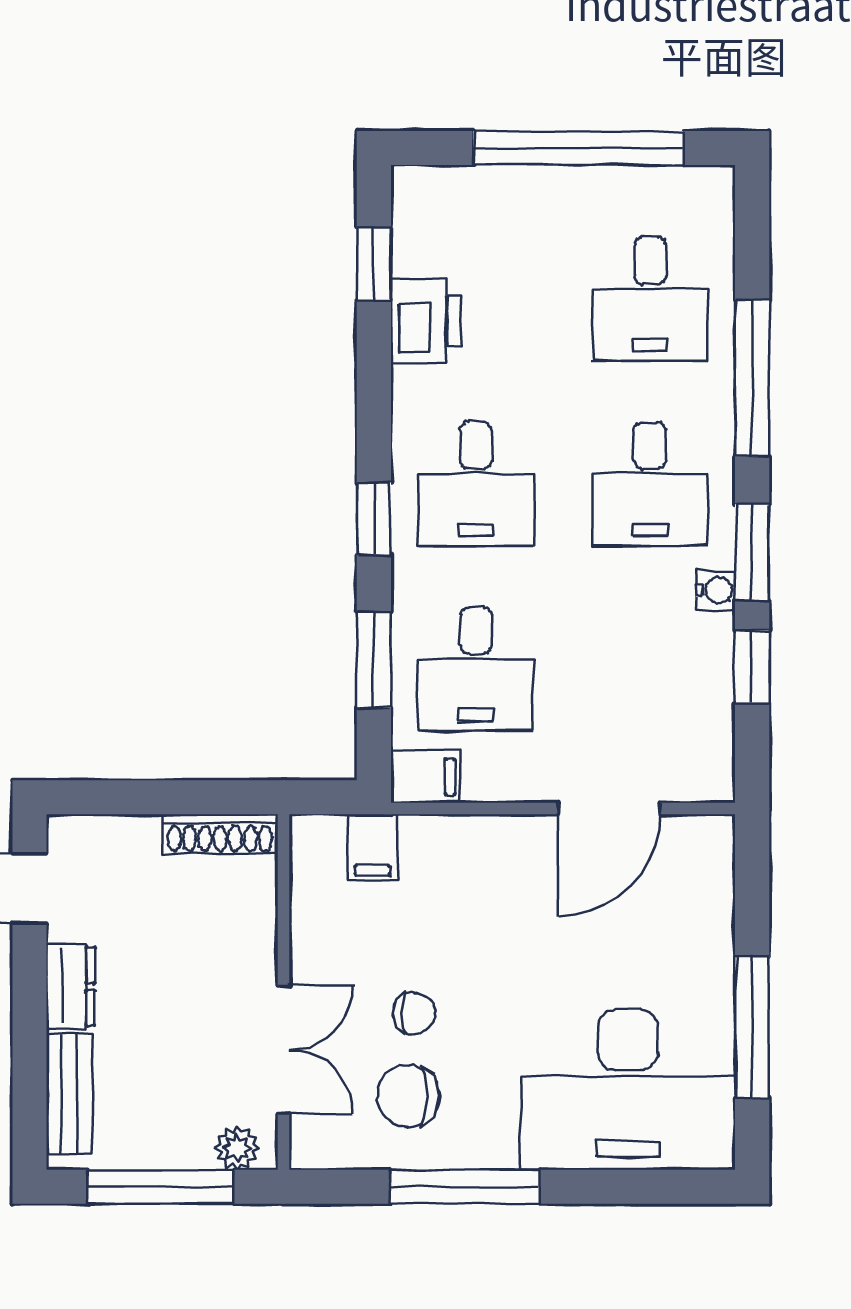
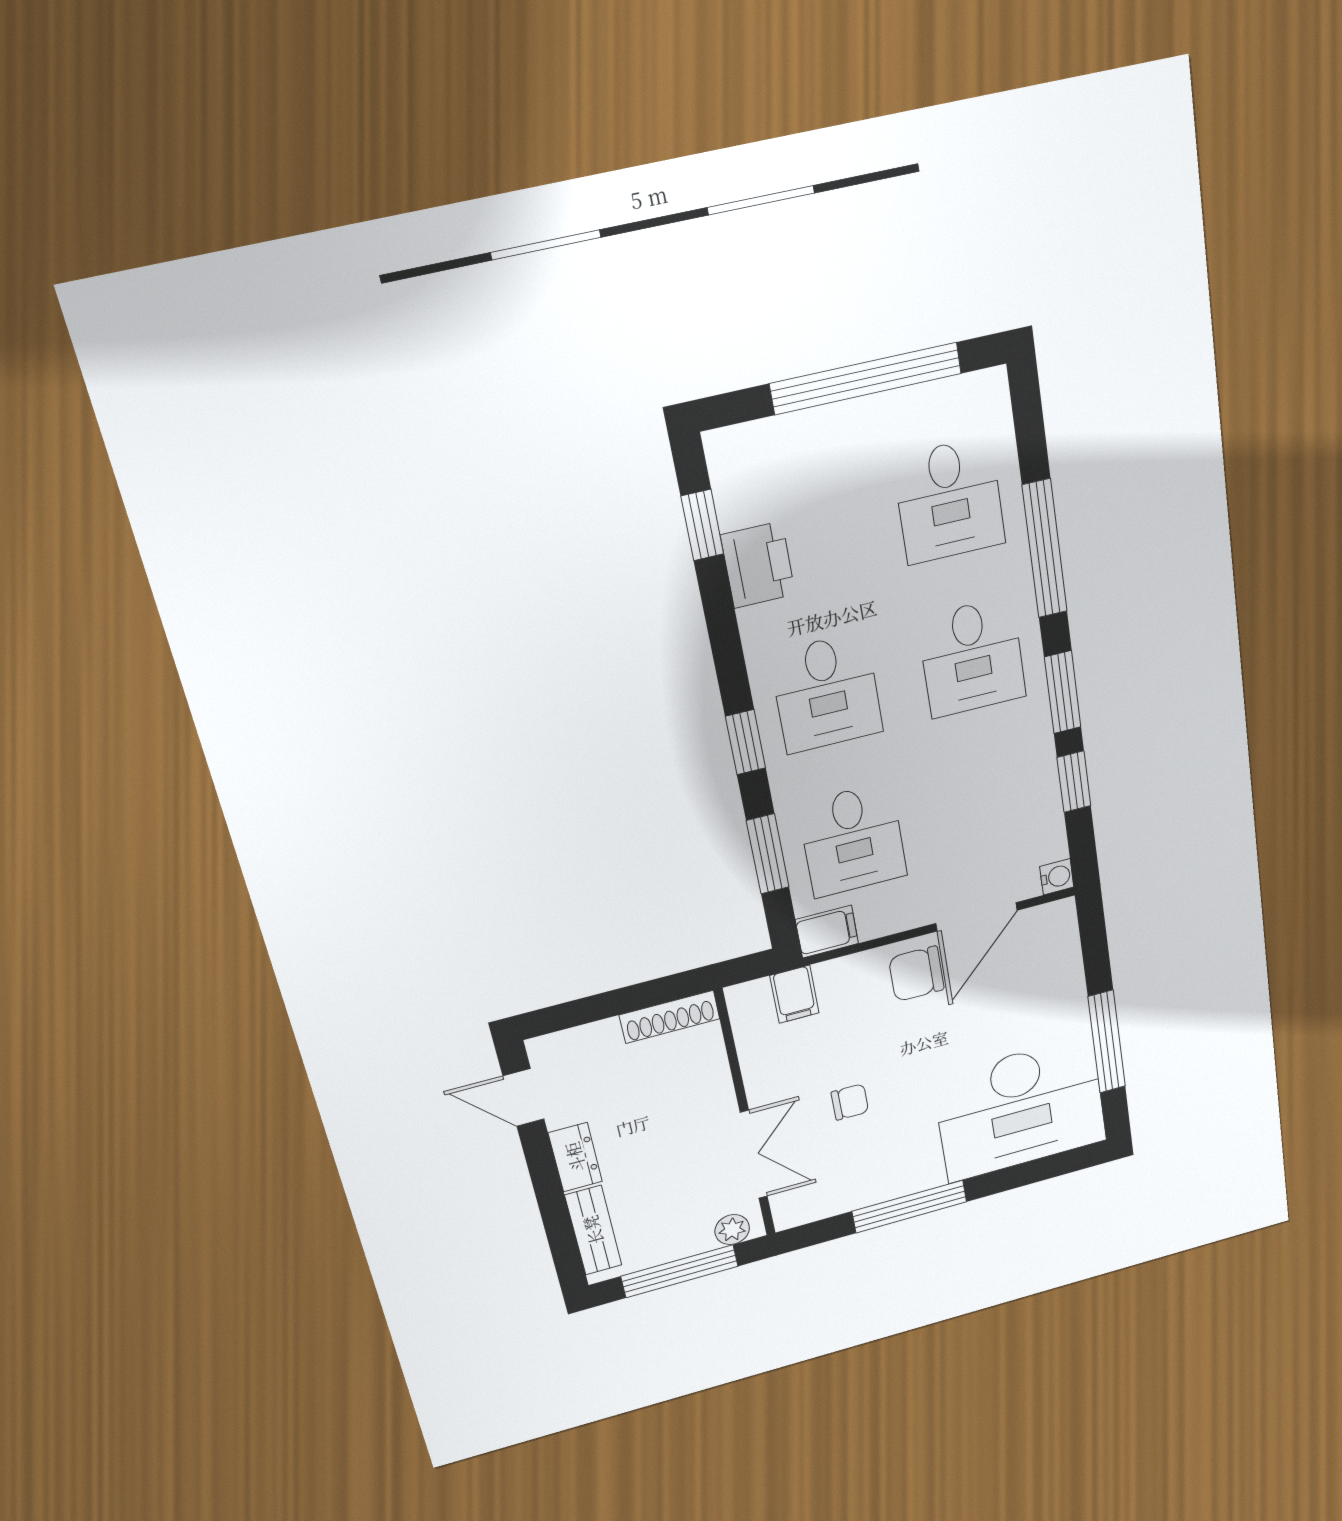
water cooler: (716, 590) -> (1057, 877), moved
chair: (408, 1096) -> (916, 974), moved

